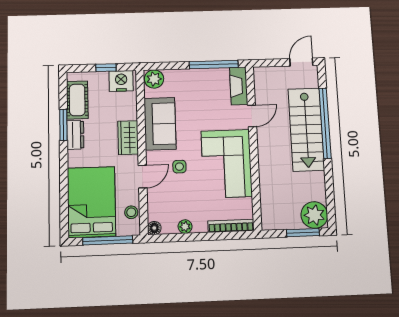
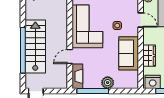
plant: (154, 79) -> (108, 83), moved
wardrobe: (128, 138) -> (149, 56), moved
door: (143, 177) -> (141, 20), swing flipped

